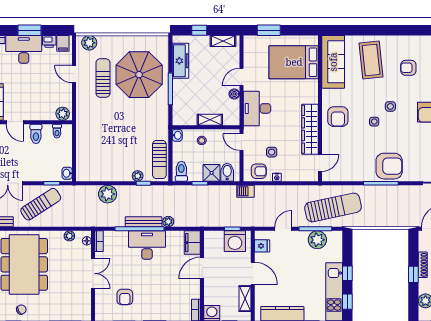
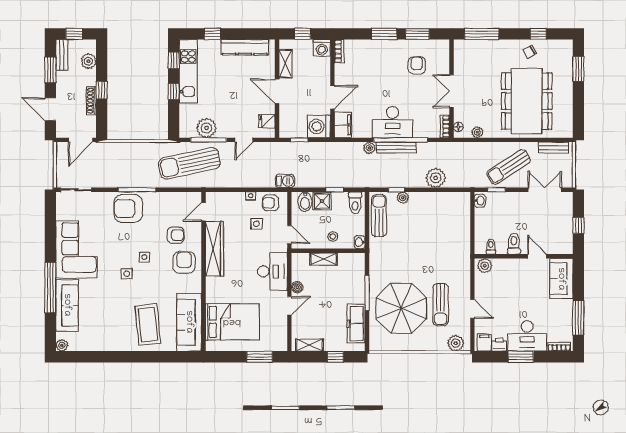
armchair: (408, 68) -> (176, 235), moved
washing machine: (235, 241) -> (319, 126), moved, turned -90

